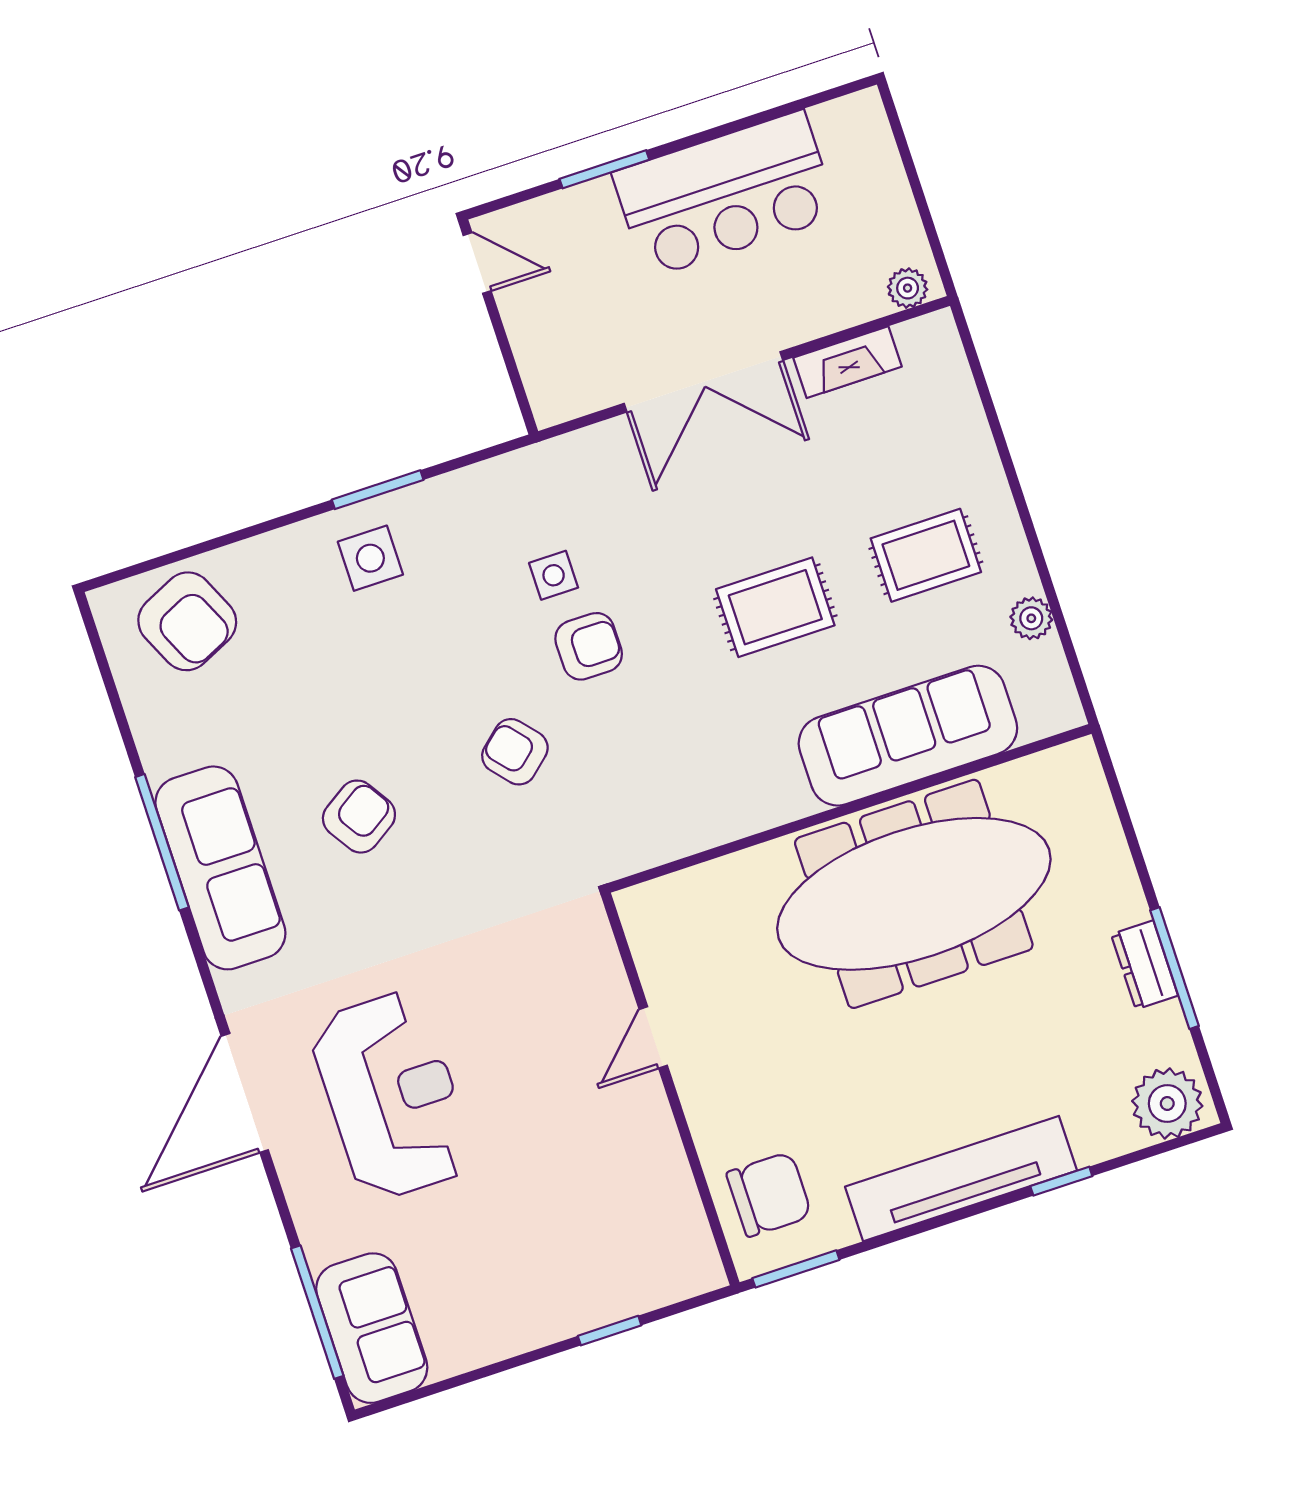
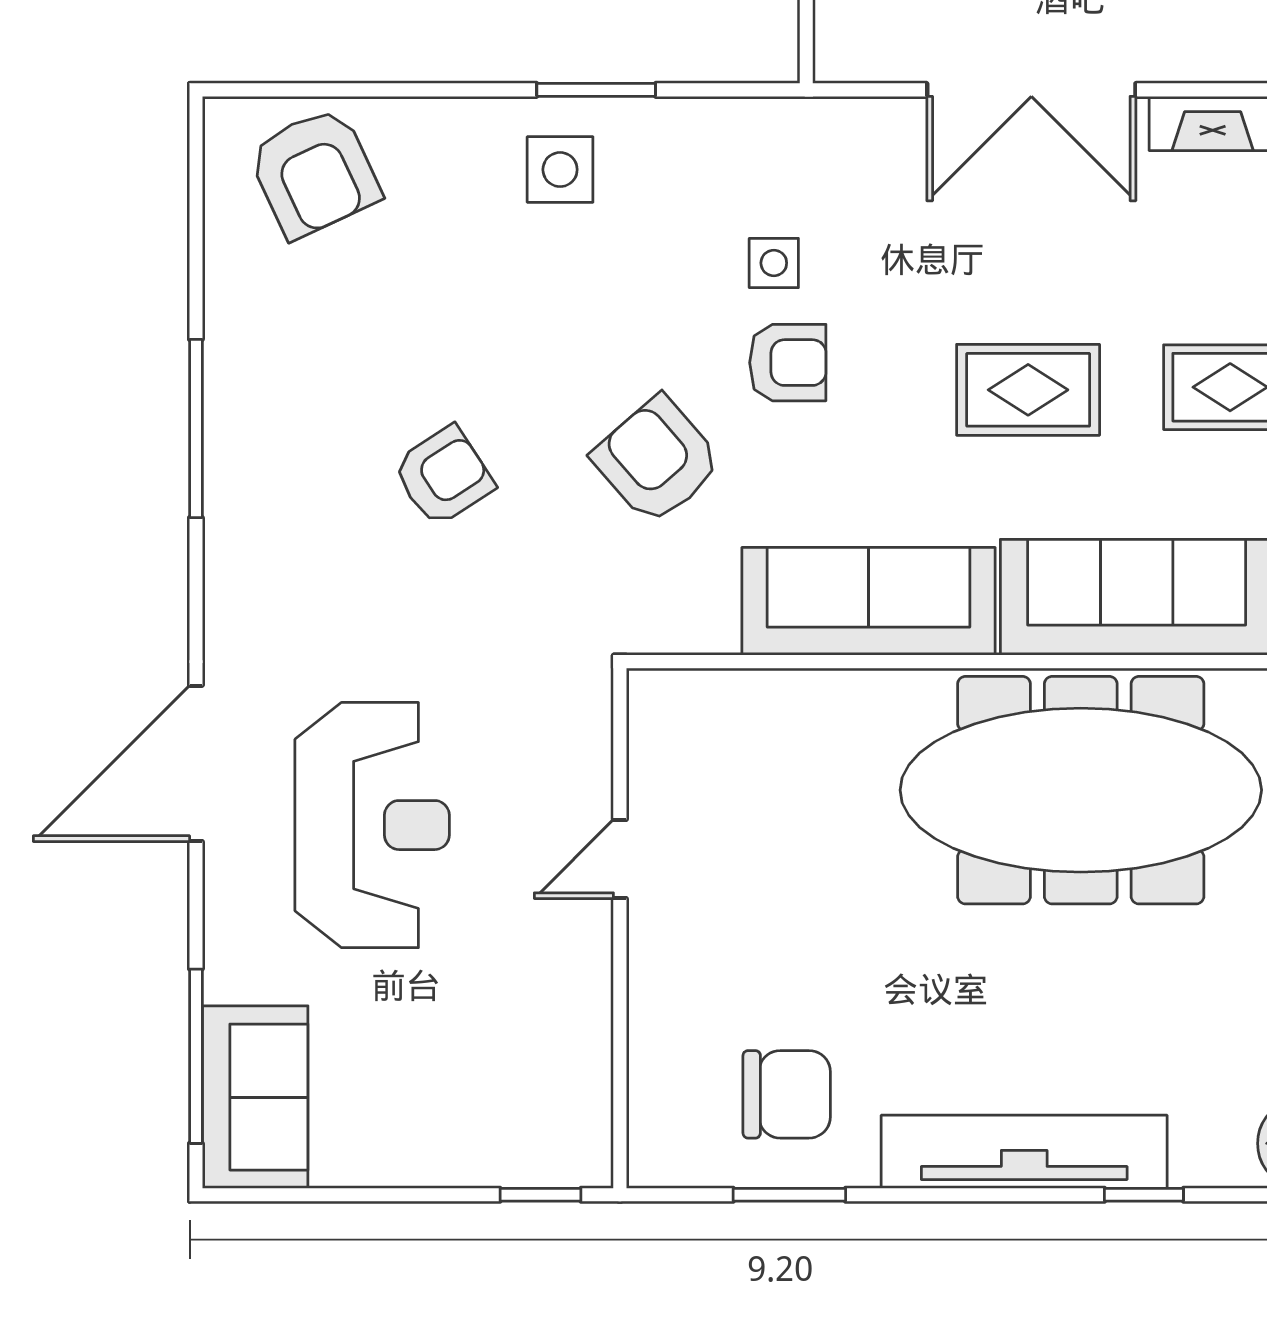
armchair: (515, 752) -> (657, 460), width x1.38, depth x1.38
sofa: (220, 868) -> (868, 601), moved, turned -90
door: (653, 1037) -> (620, 859), moved
wall: (670, 1089) -> (620, 928), moved

